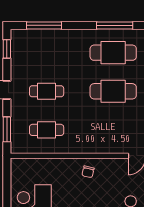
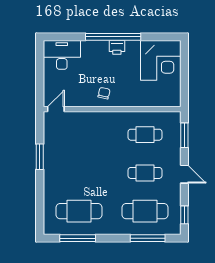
cafe table: (113, 91) -> (145, 211), moved

